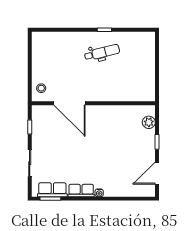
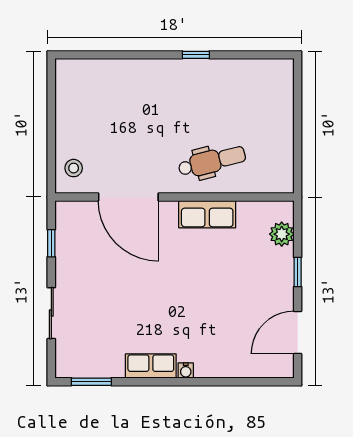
dental chair: (102, 53) -> (212, 161), moved
row of seats: (52, 190) -> (207, 214), moved, turned 180

